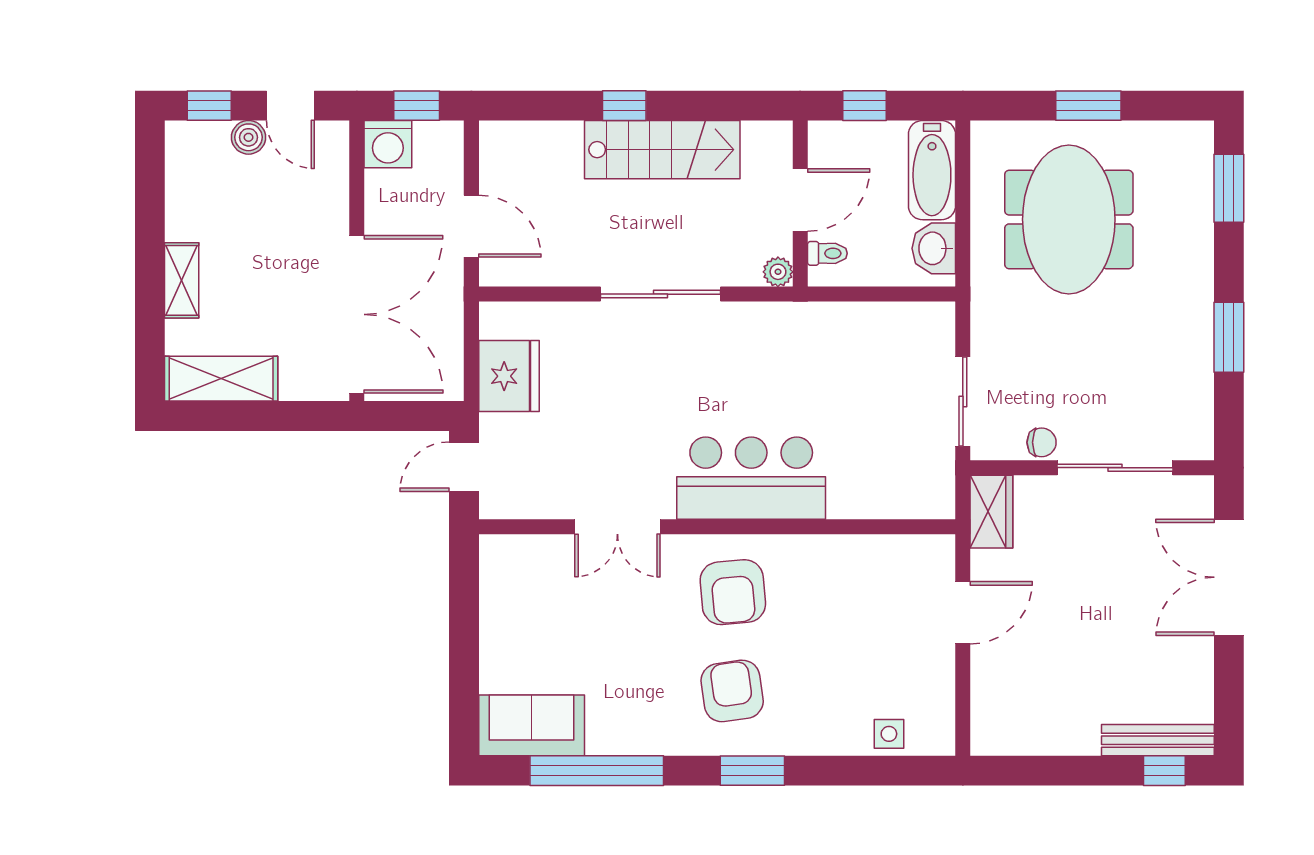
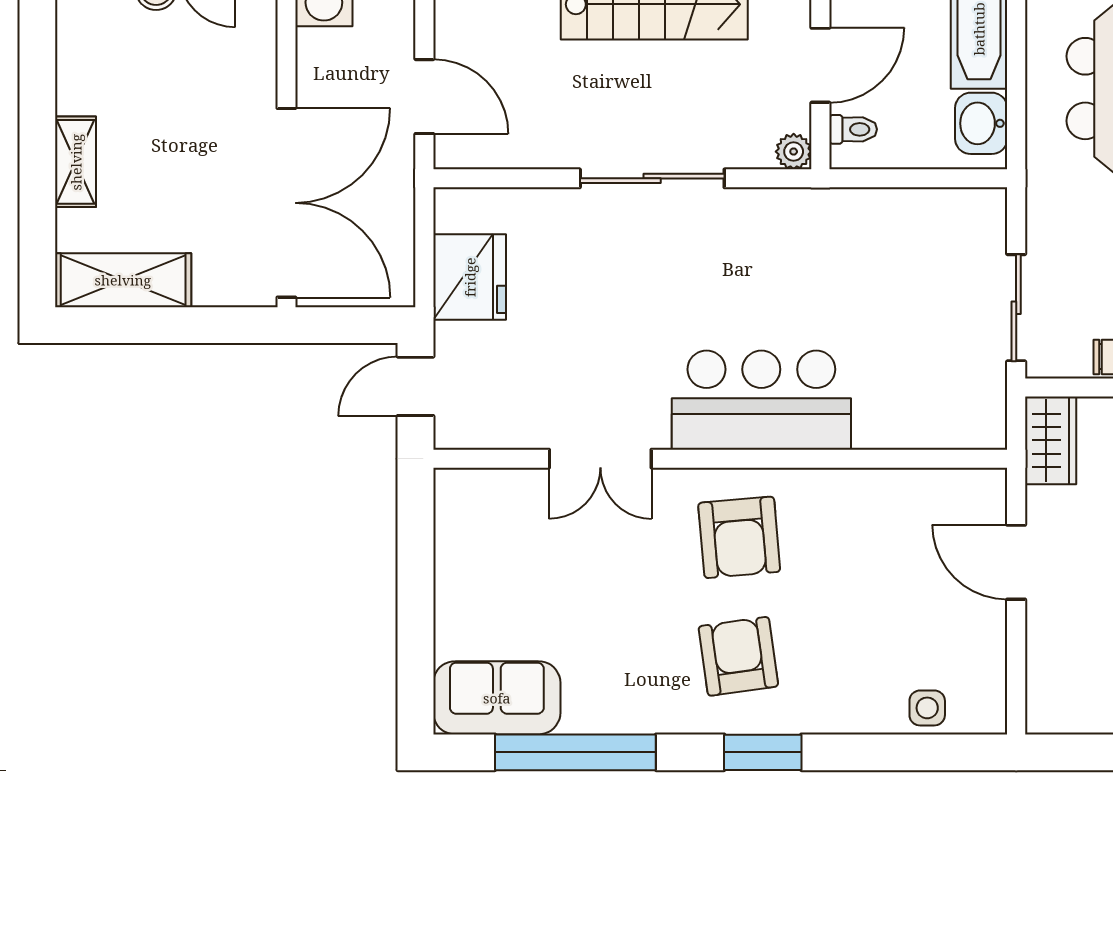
door: (963, 613) -> (1016, 562), swing flipped

